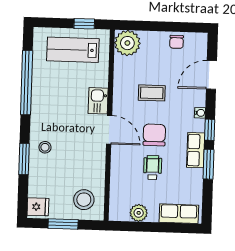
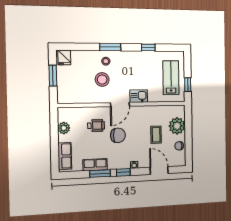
plant: (127, 43) -> (177, 126), moved
window: (27, 83) -> (148, 47), width x0.32
coffee table: (152, 93) -> (156, 135), moved
row of seats: (196, 150) -> (95, 165), moved
window: (24, 159) -> (110, 47), moved
wheelchair: (153, 167) -> (96, 125), moved
stool: (84, 200) -> (102, 80), moved

